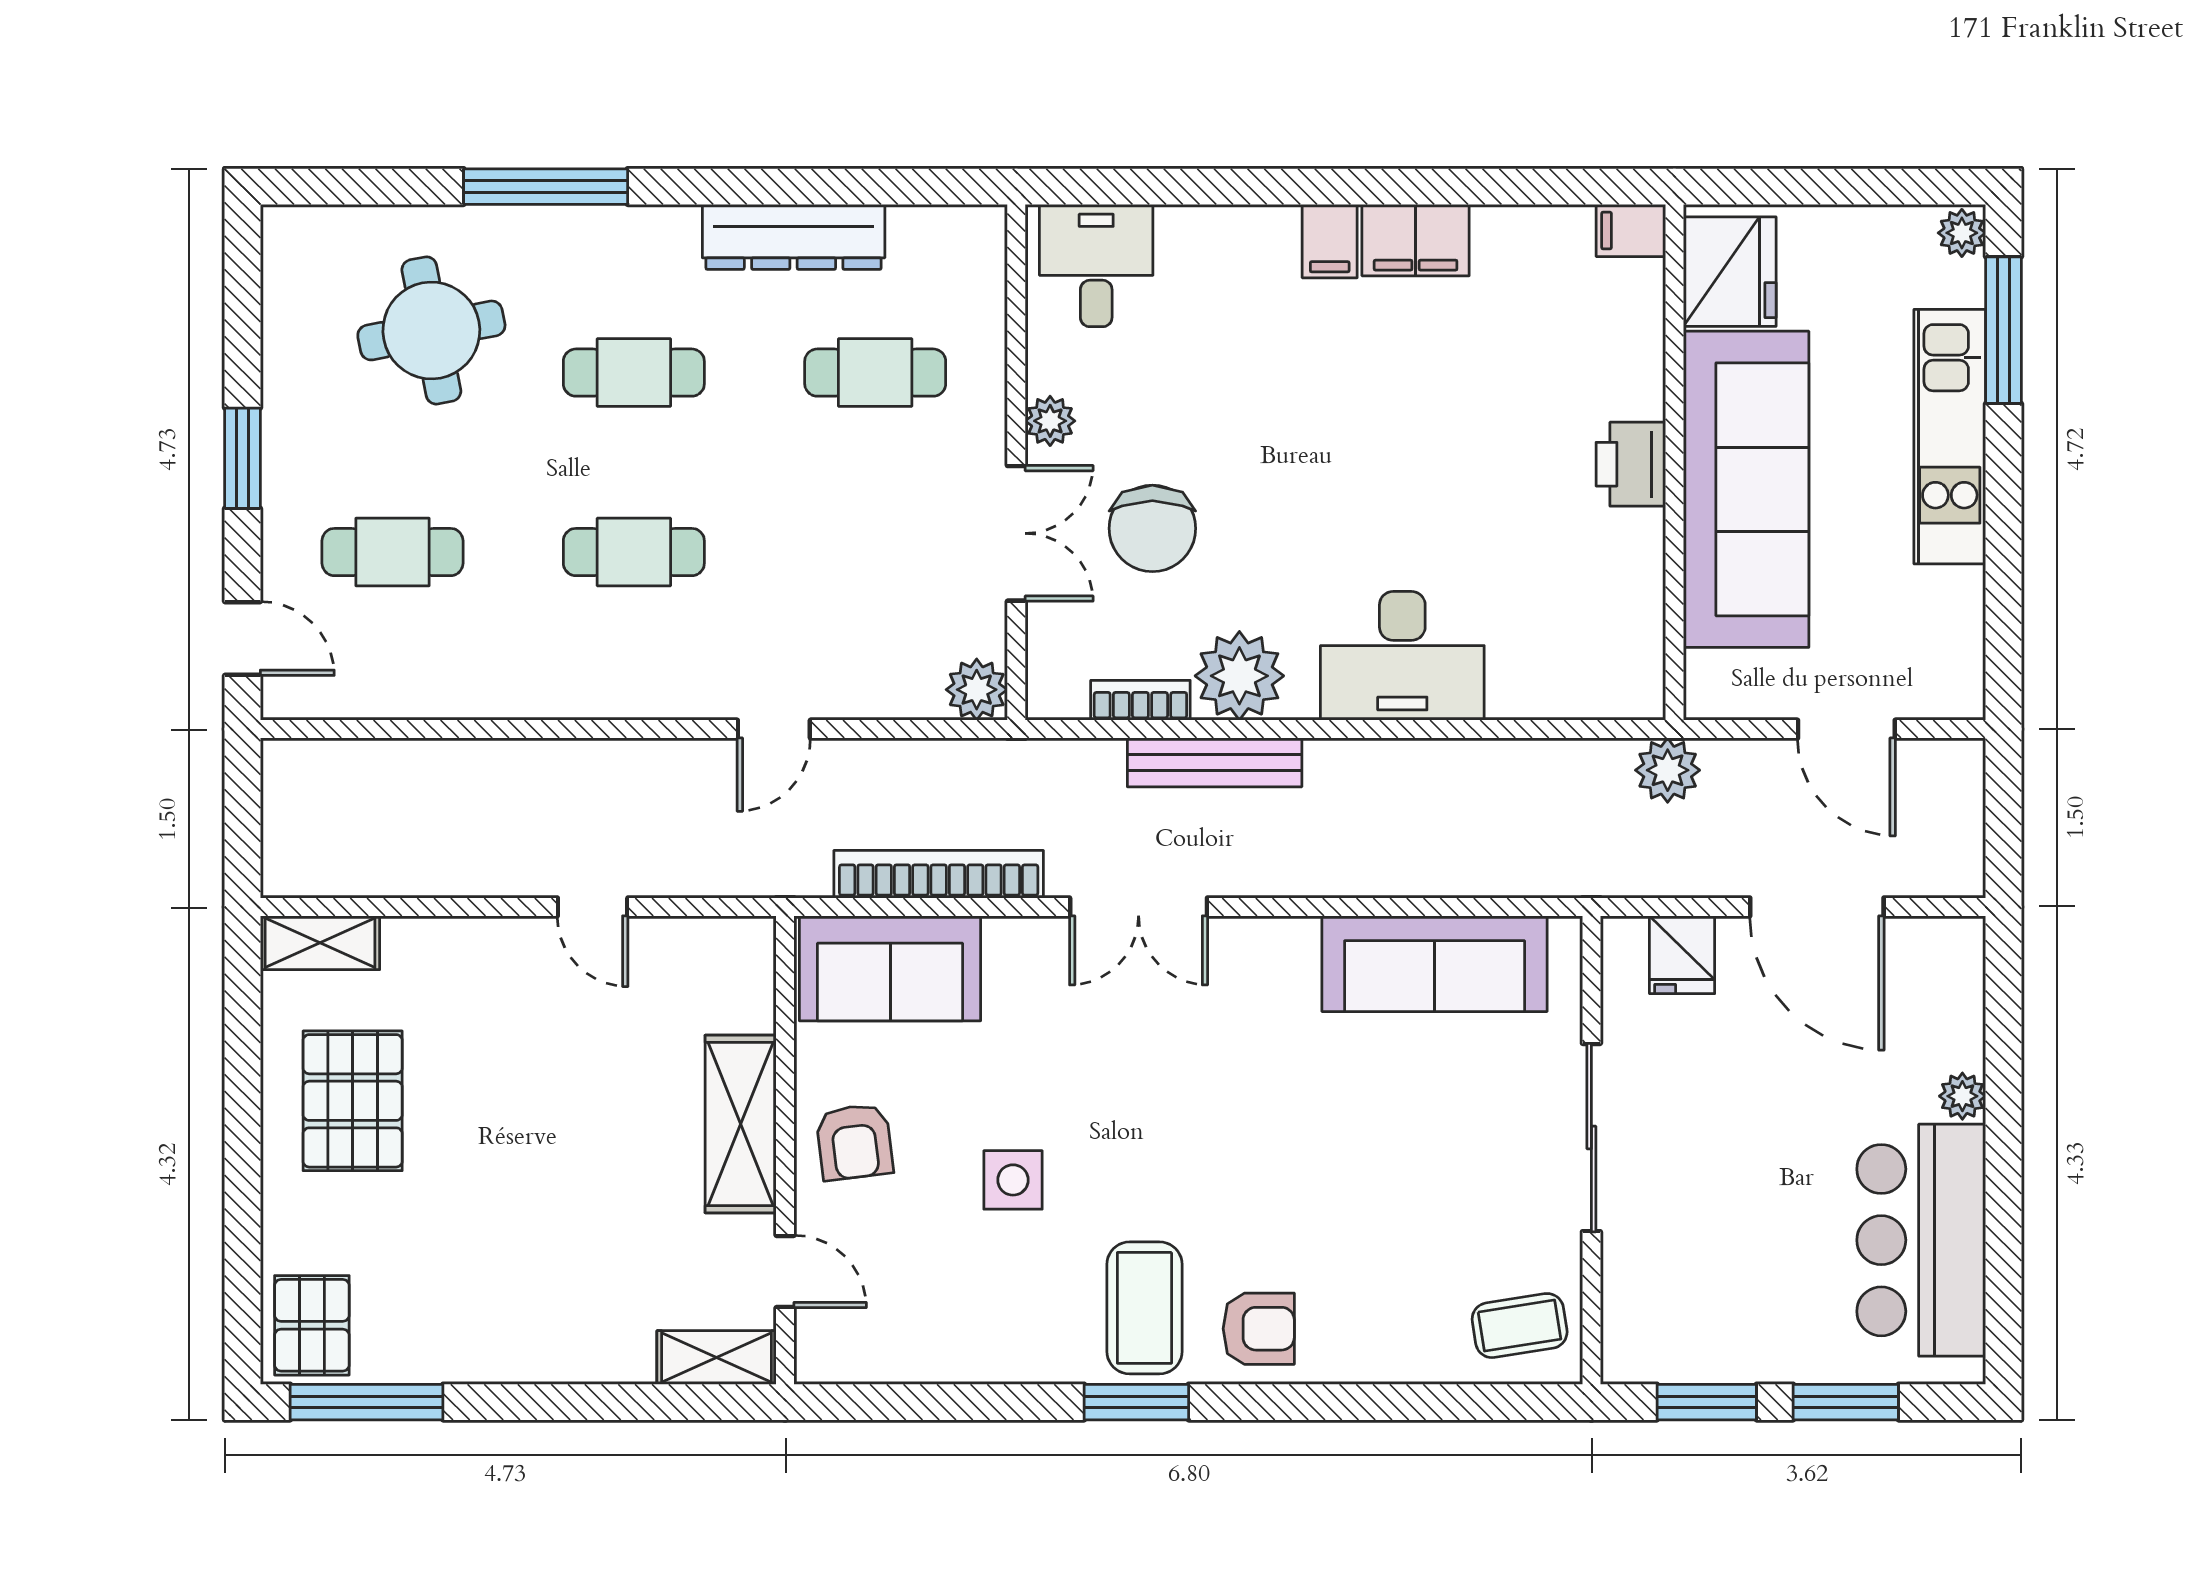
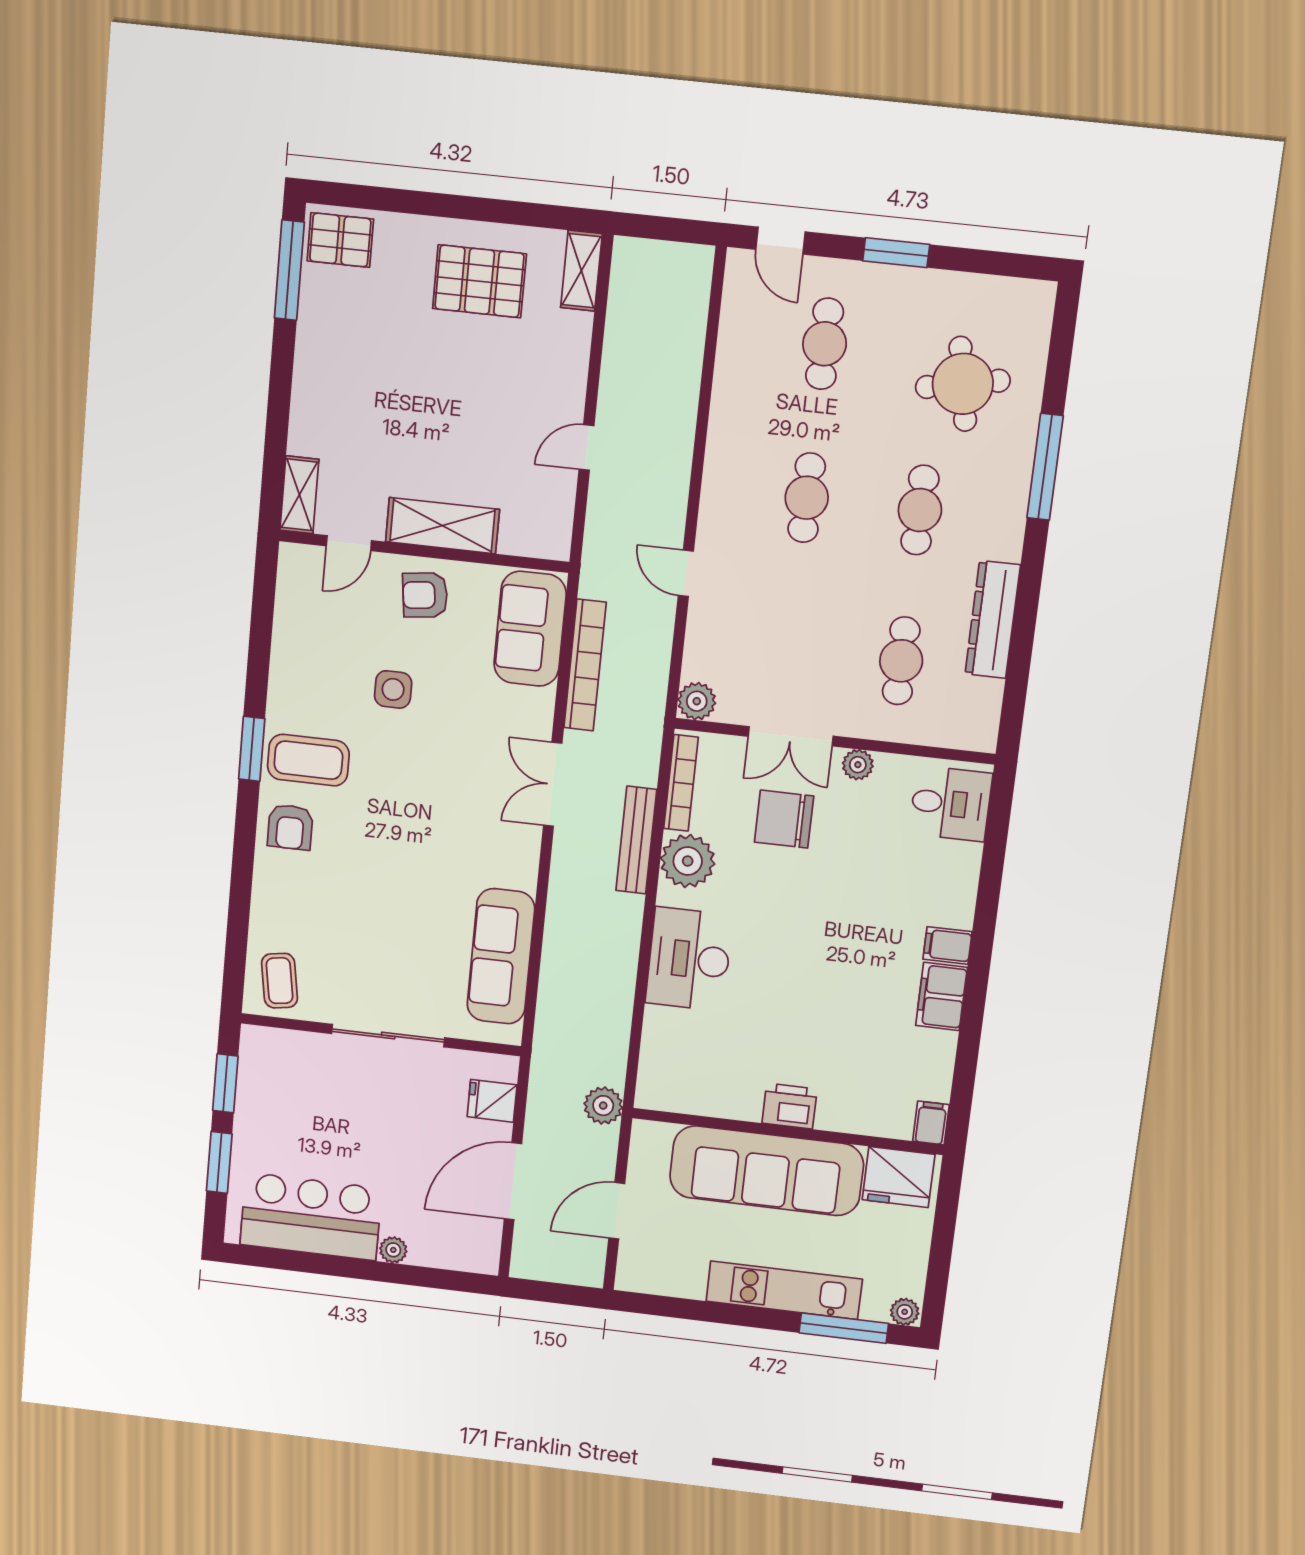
door: (243, 639) -> (780, 241), hinge flipped
bookcase: (1140, 700) -> (681, 783), width x1.56

